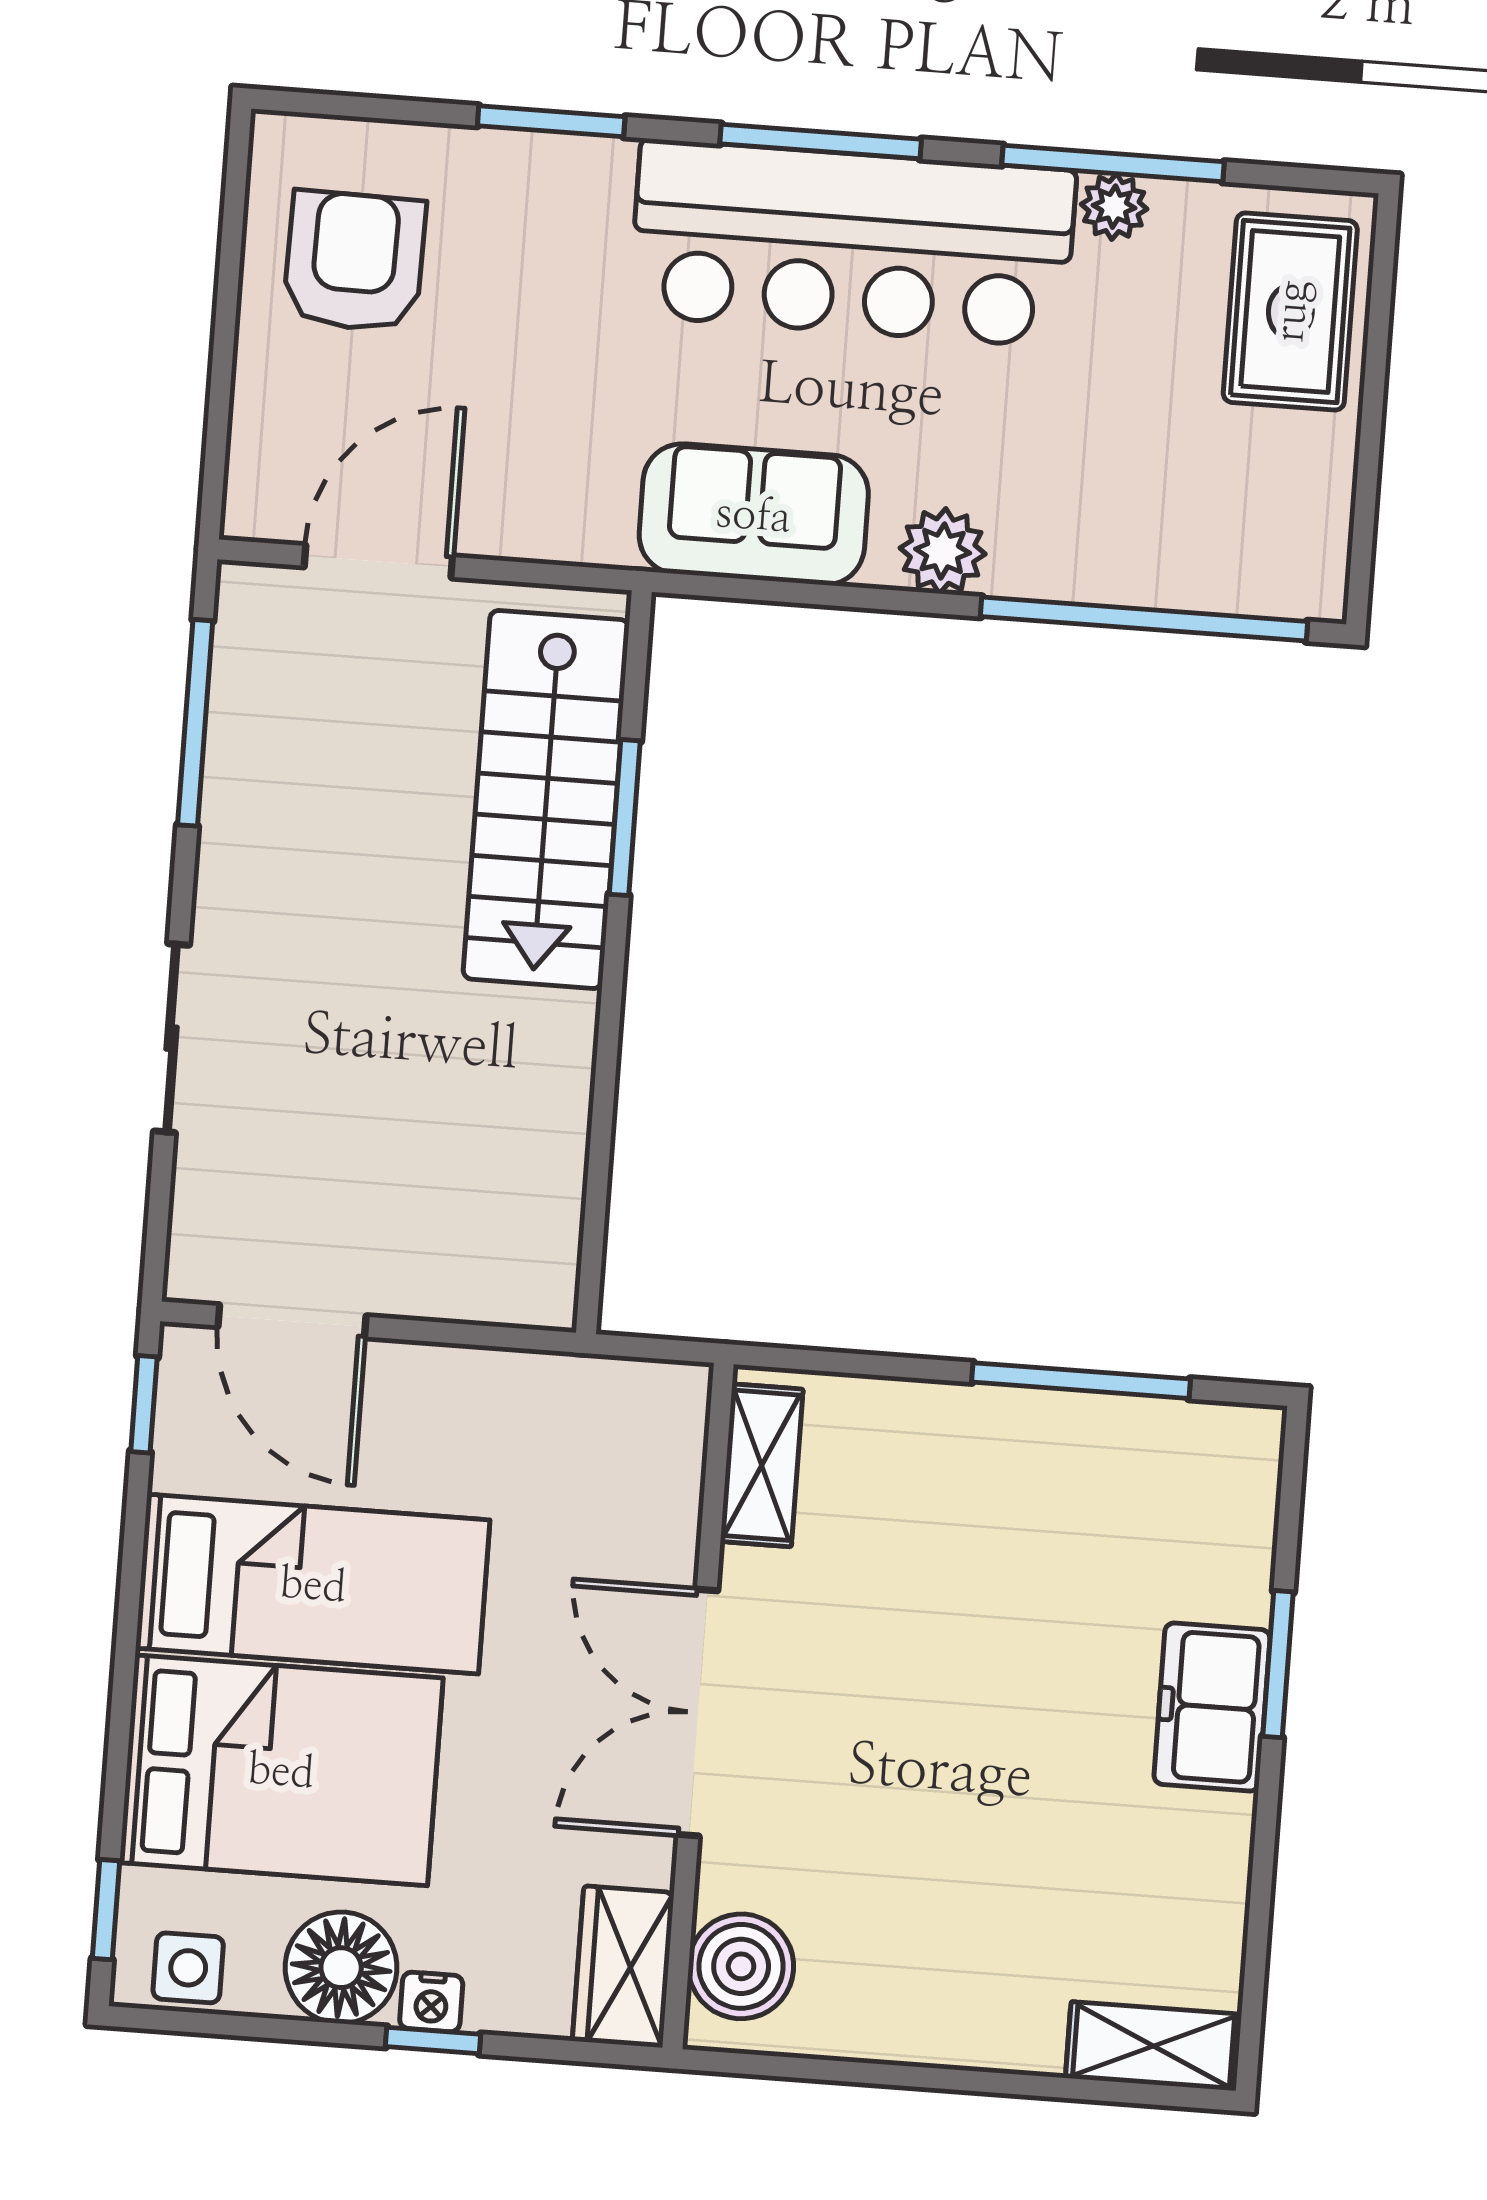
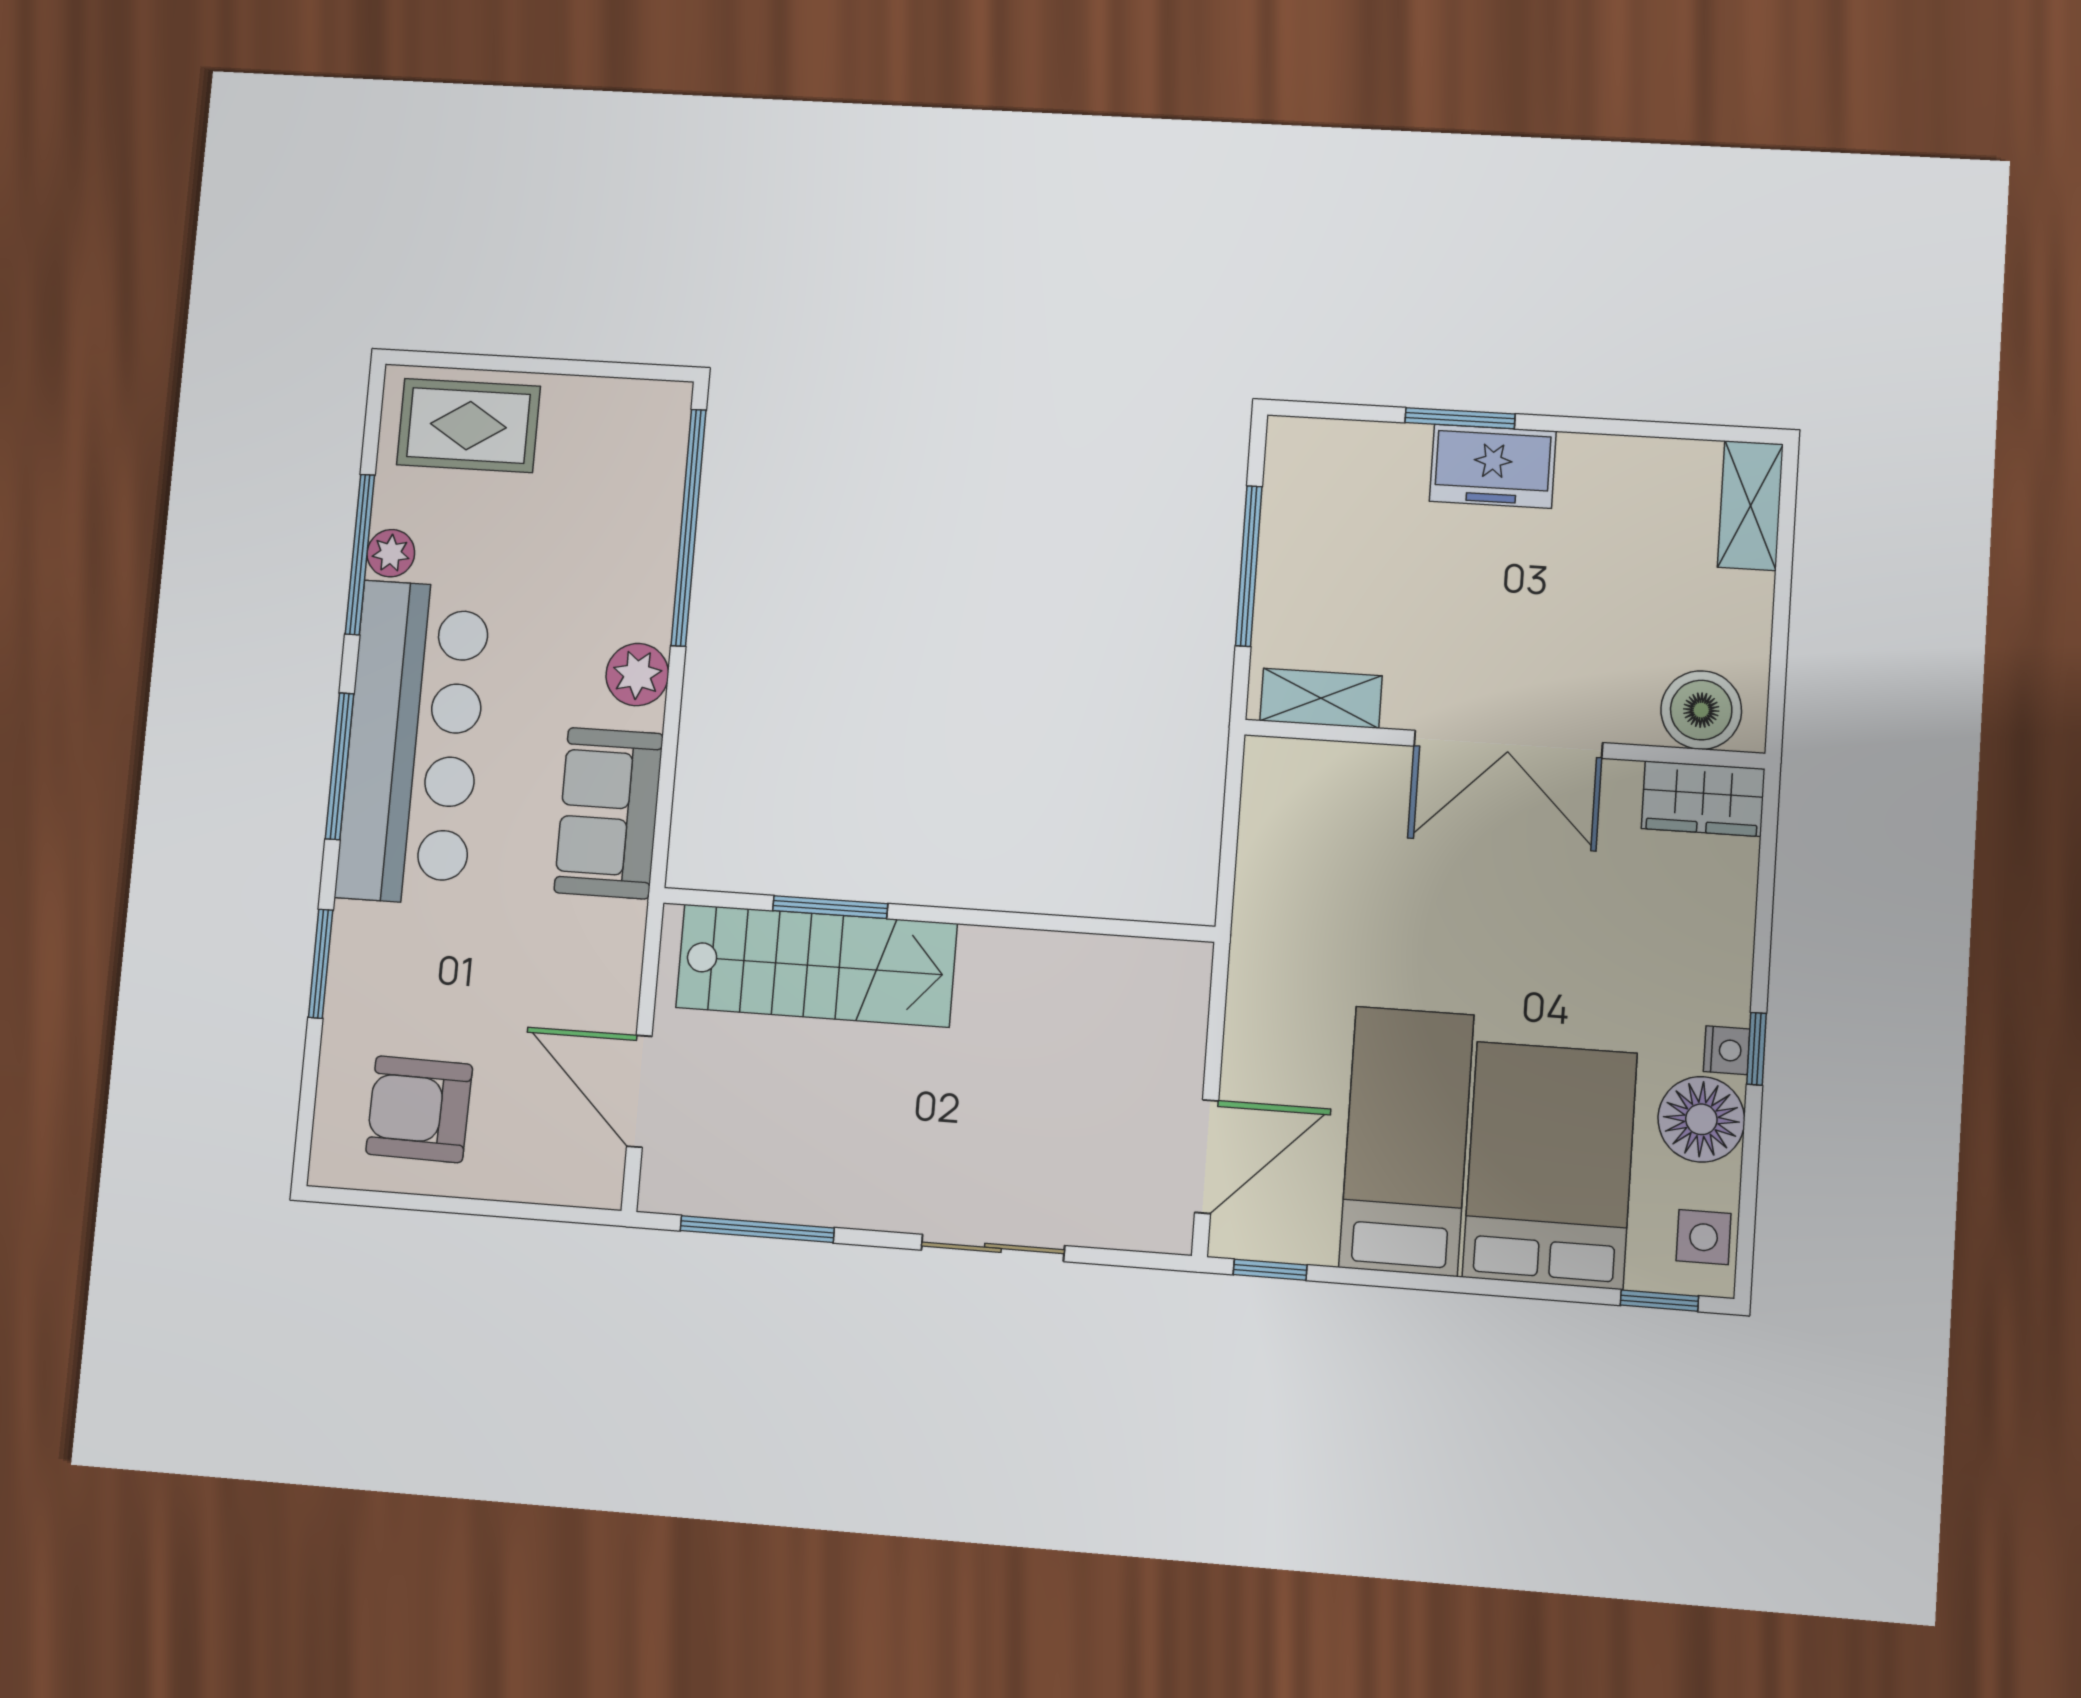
shelving: (762, 1465) -> (1321, 698), moved
wall: (698, 1706) -> (1503, 744), moved
double door: (698, 1713) -> (1508, 744), moved
boiler: (741, 1966) -> (1701, 710), moved
wardrobe: (623, 1967) -> (1703, 799), moved

